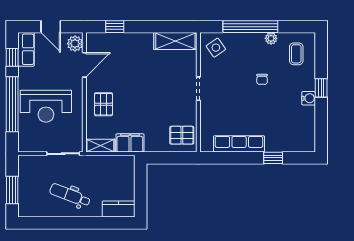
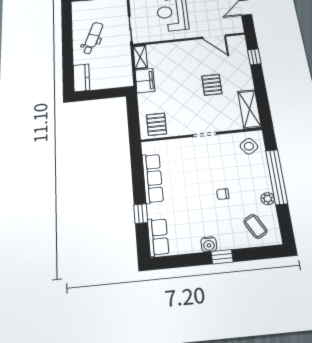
plant: (75, 44) -> (233, 27), removed
coffee table: (296, 54) -> (255, 226), turned 62
pallet: (104, 104) -> (212, 85), moved, turned 90
row of seats: (297, 144) -> (158, 237), added

